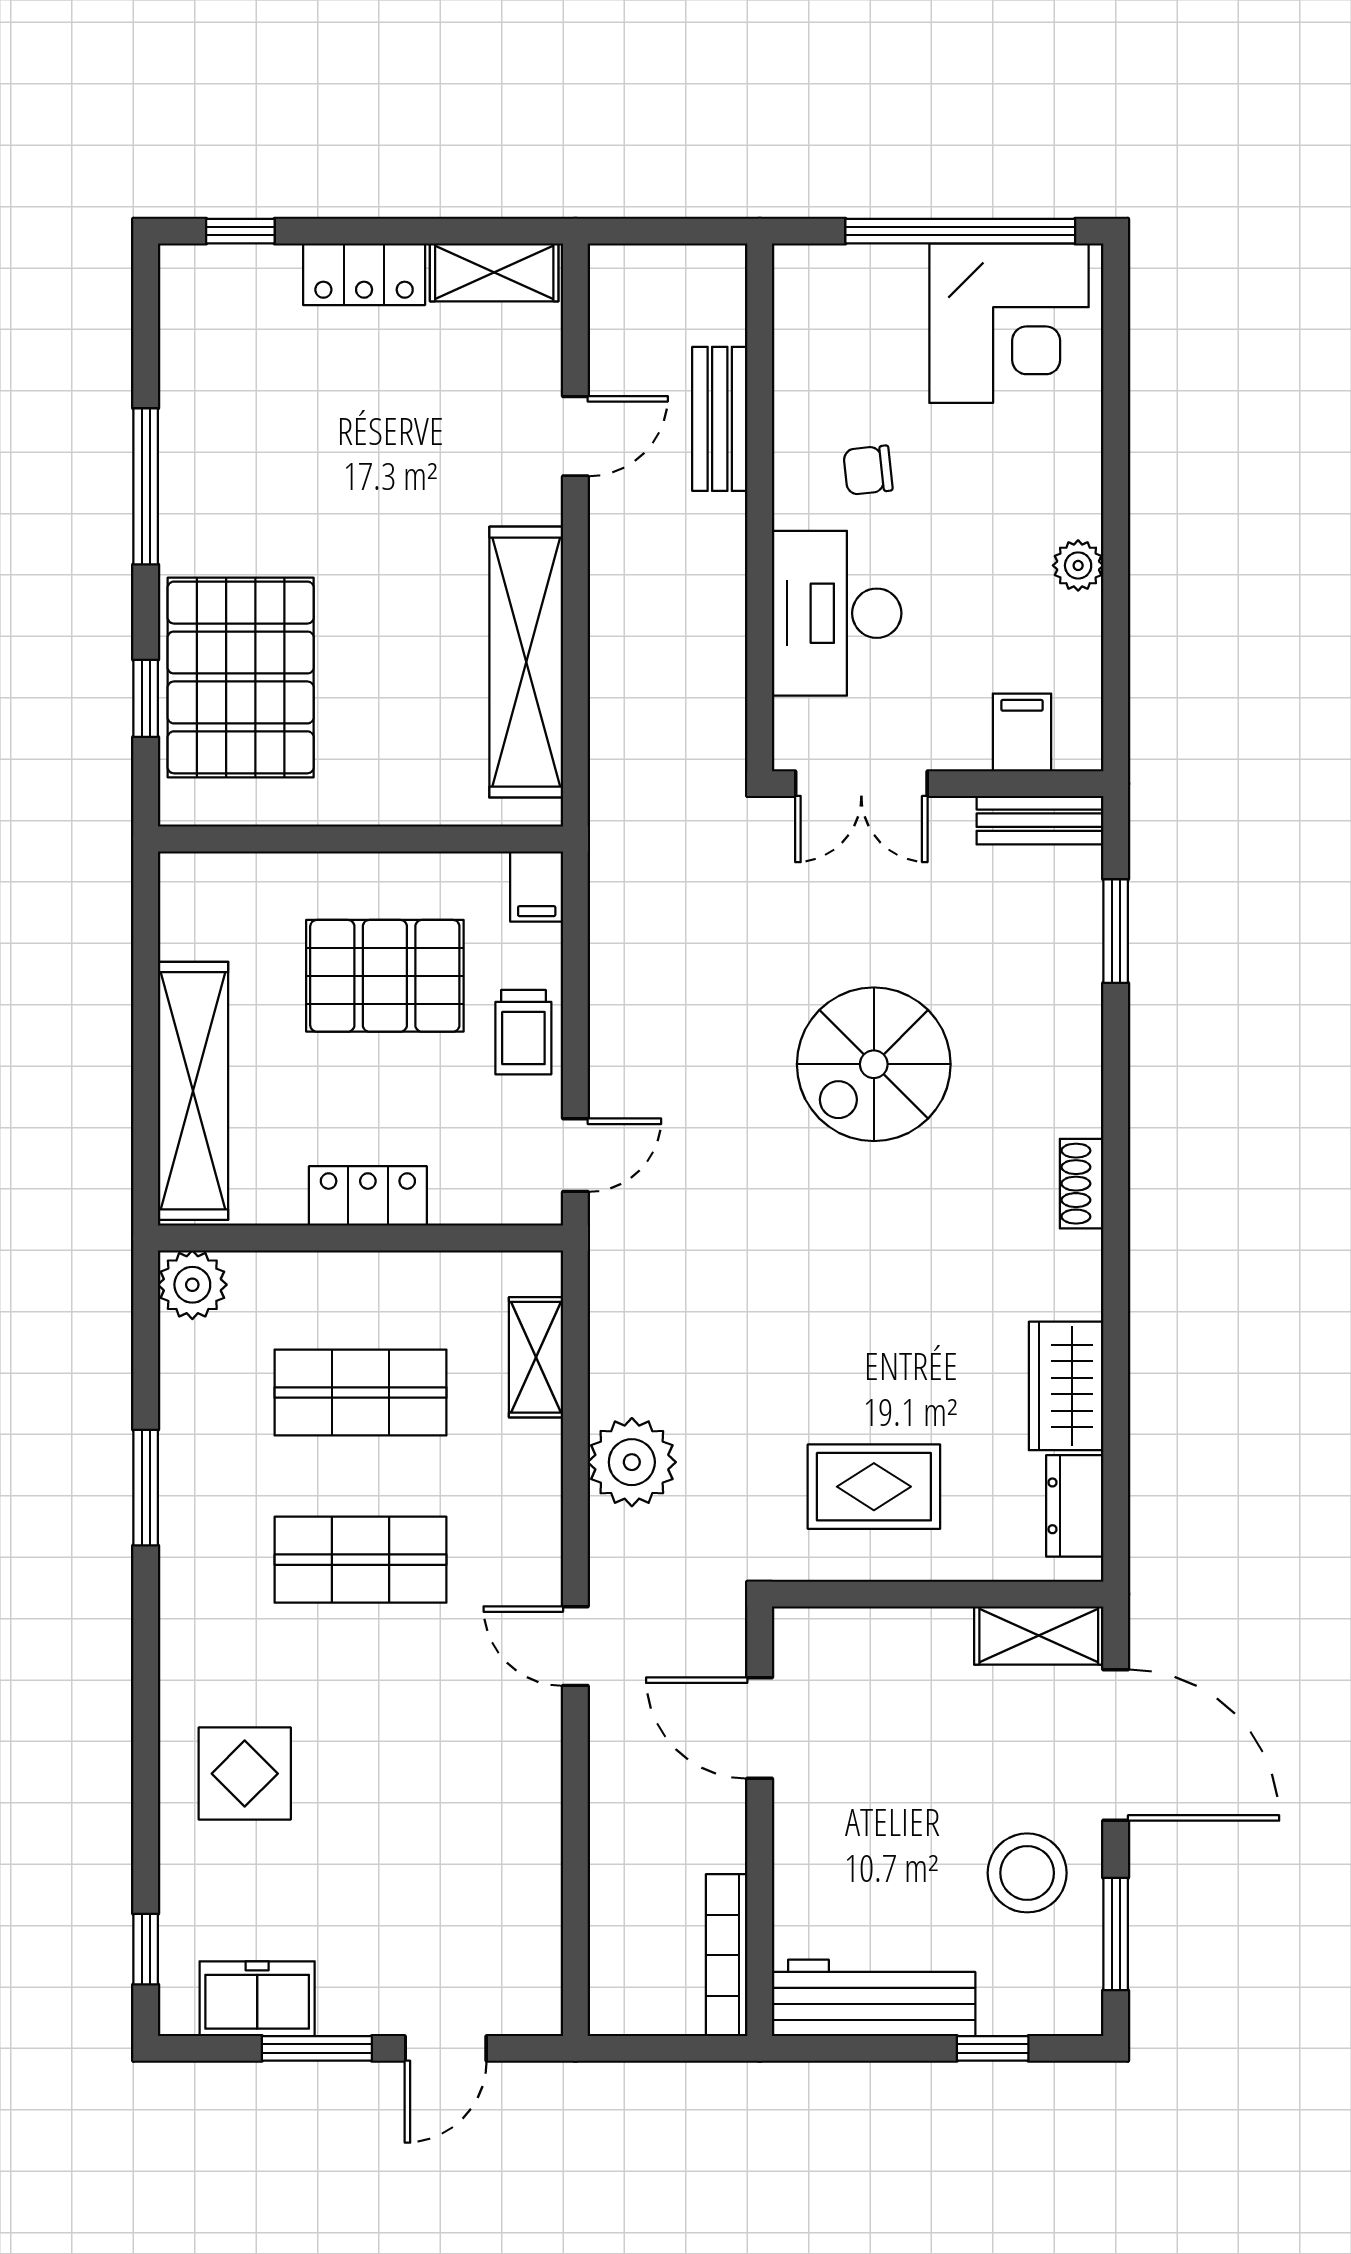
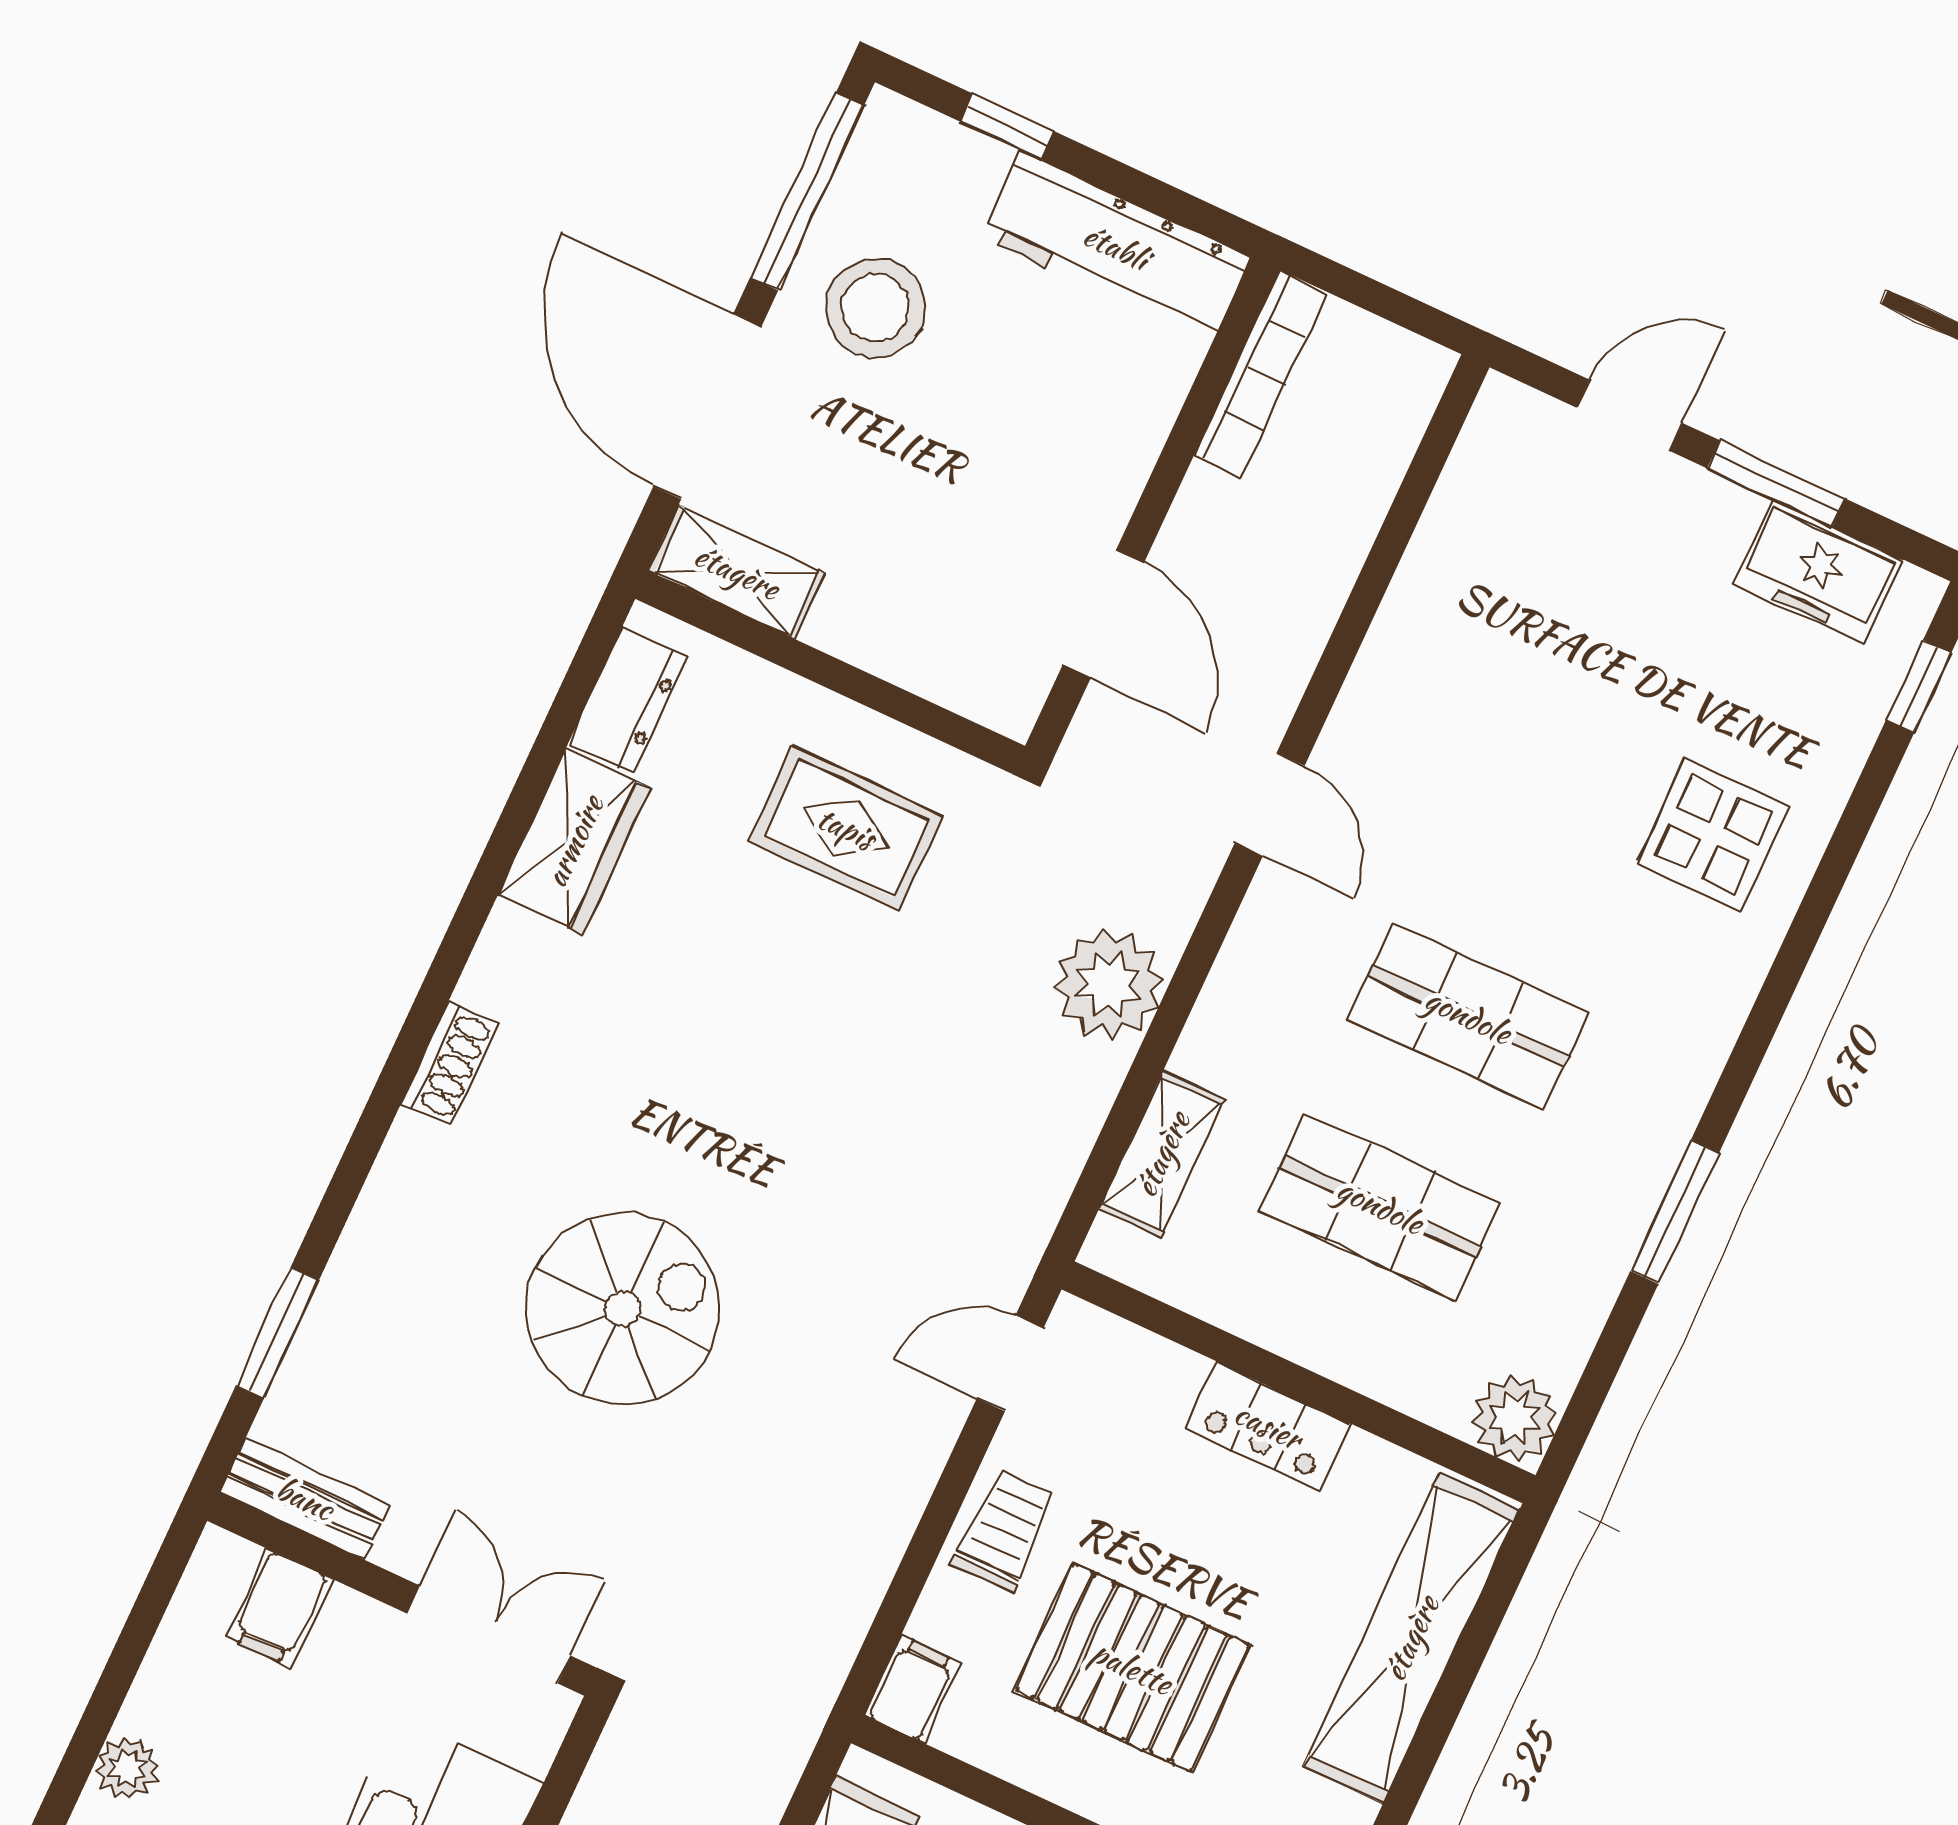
window: (1116, 1934) -> (807, 192), width x1.44

